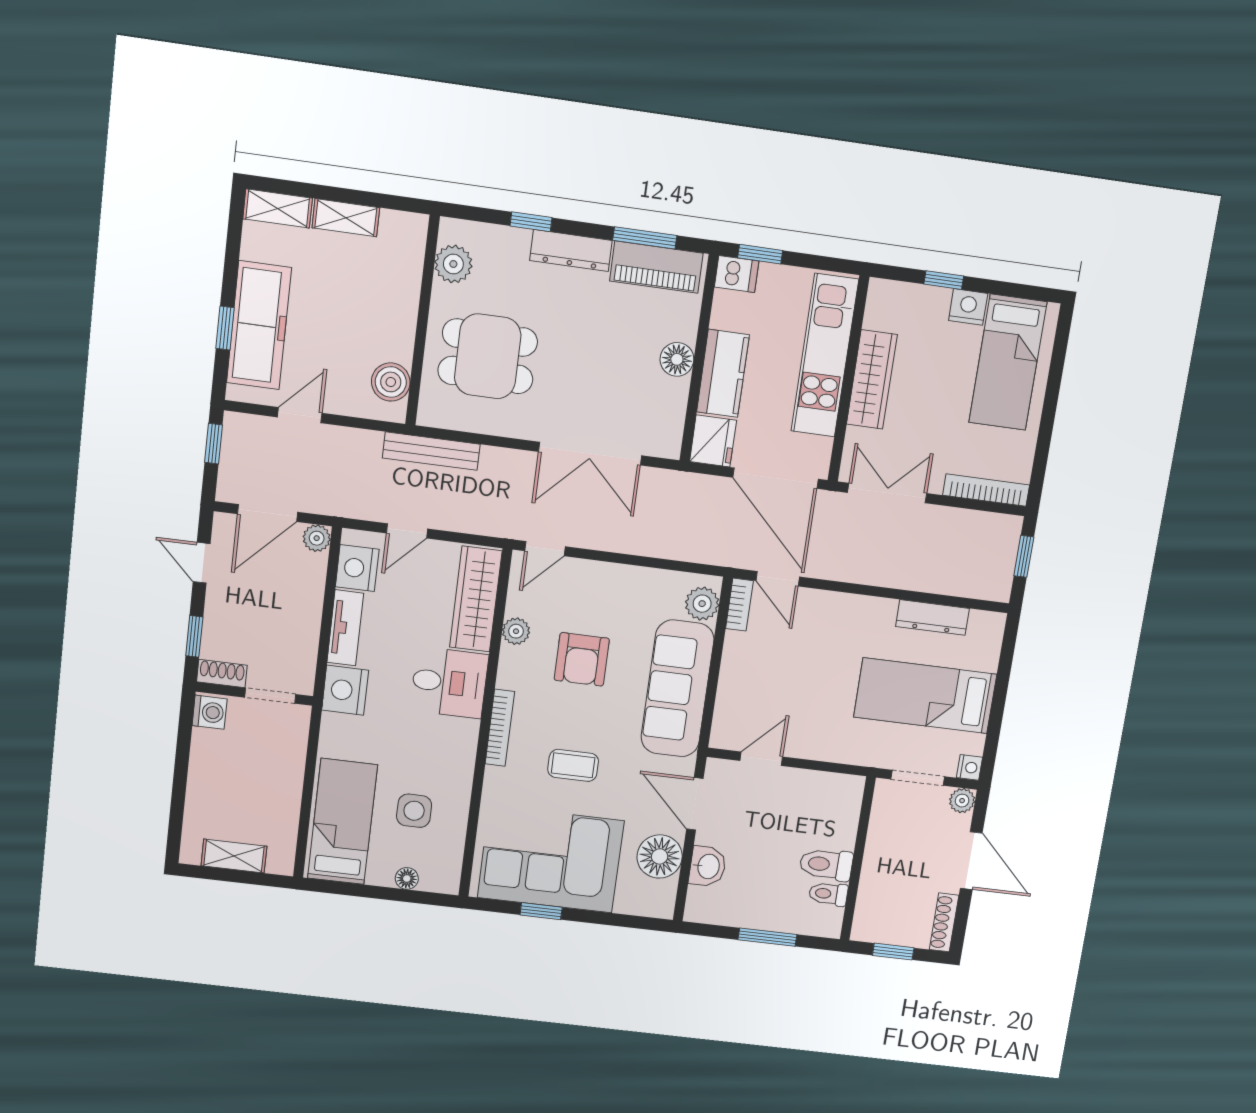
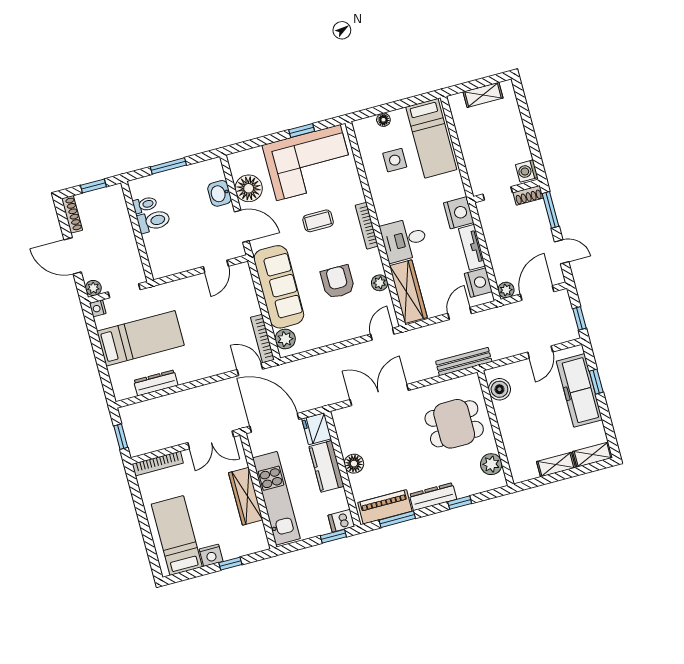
bookcase: (739, 605) -> (262, 338), width x1.56
window: (194, 636) -> (551, 210), width x1.50

